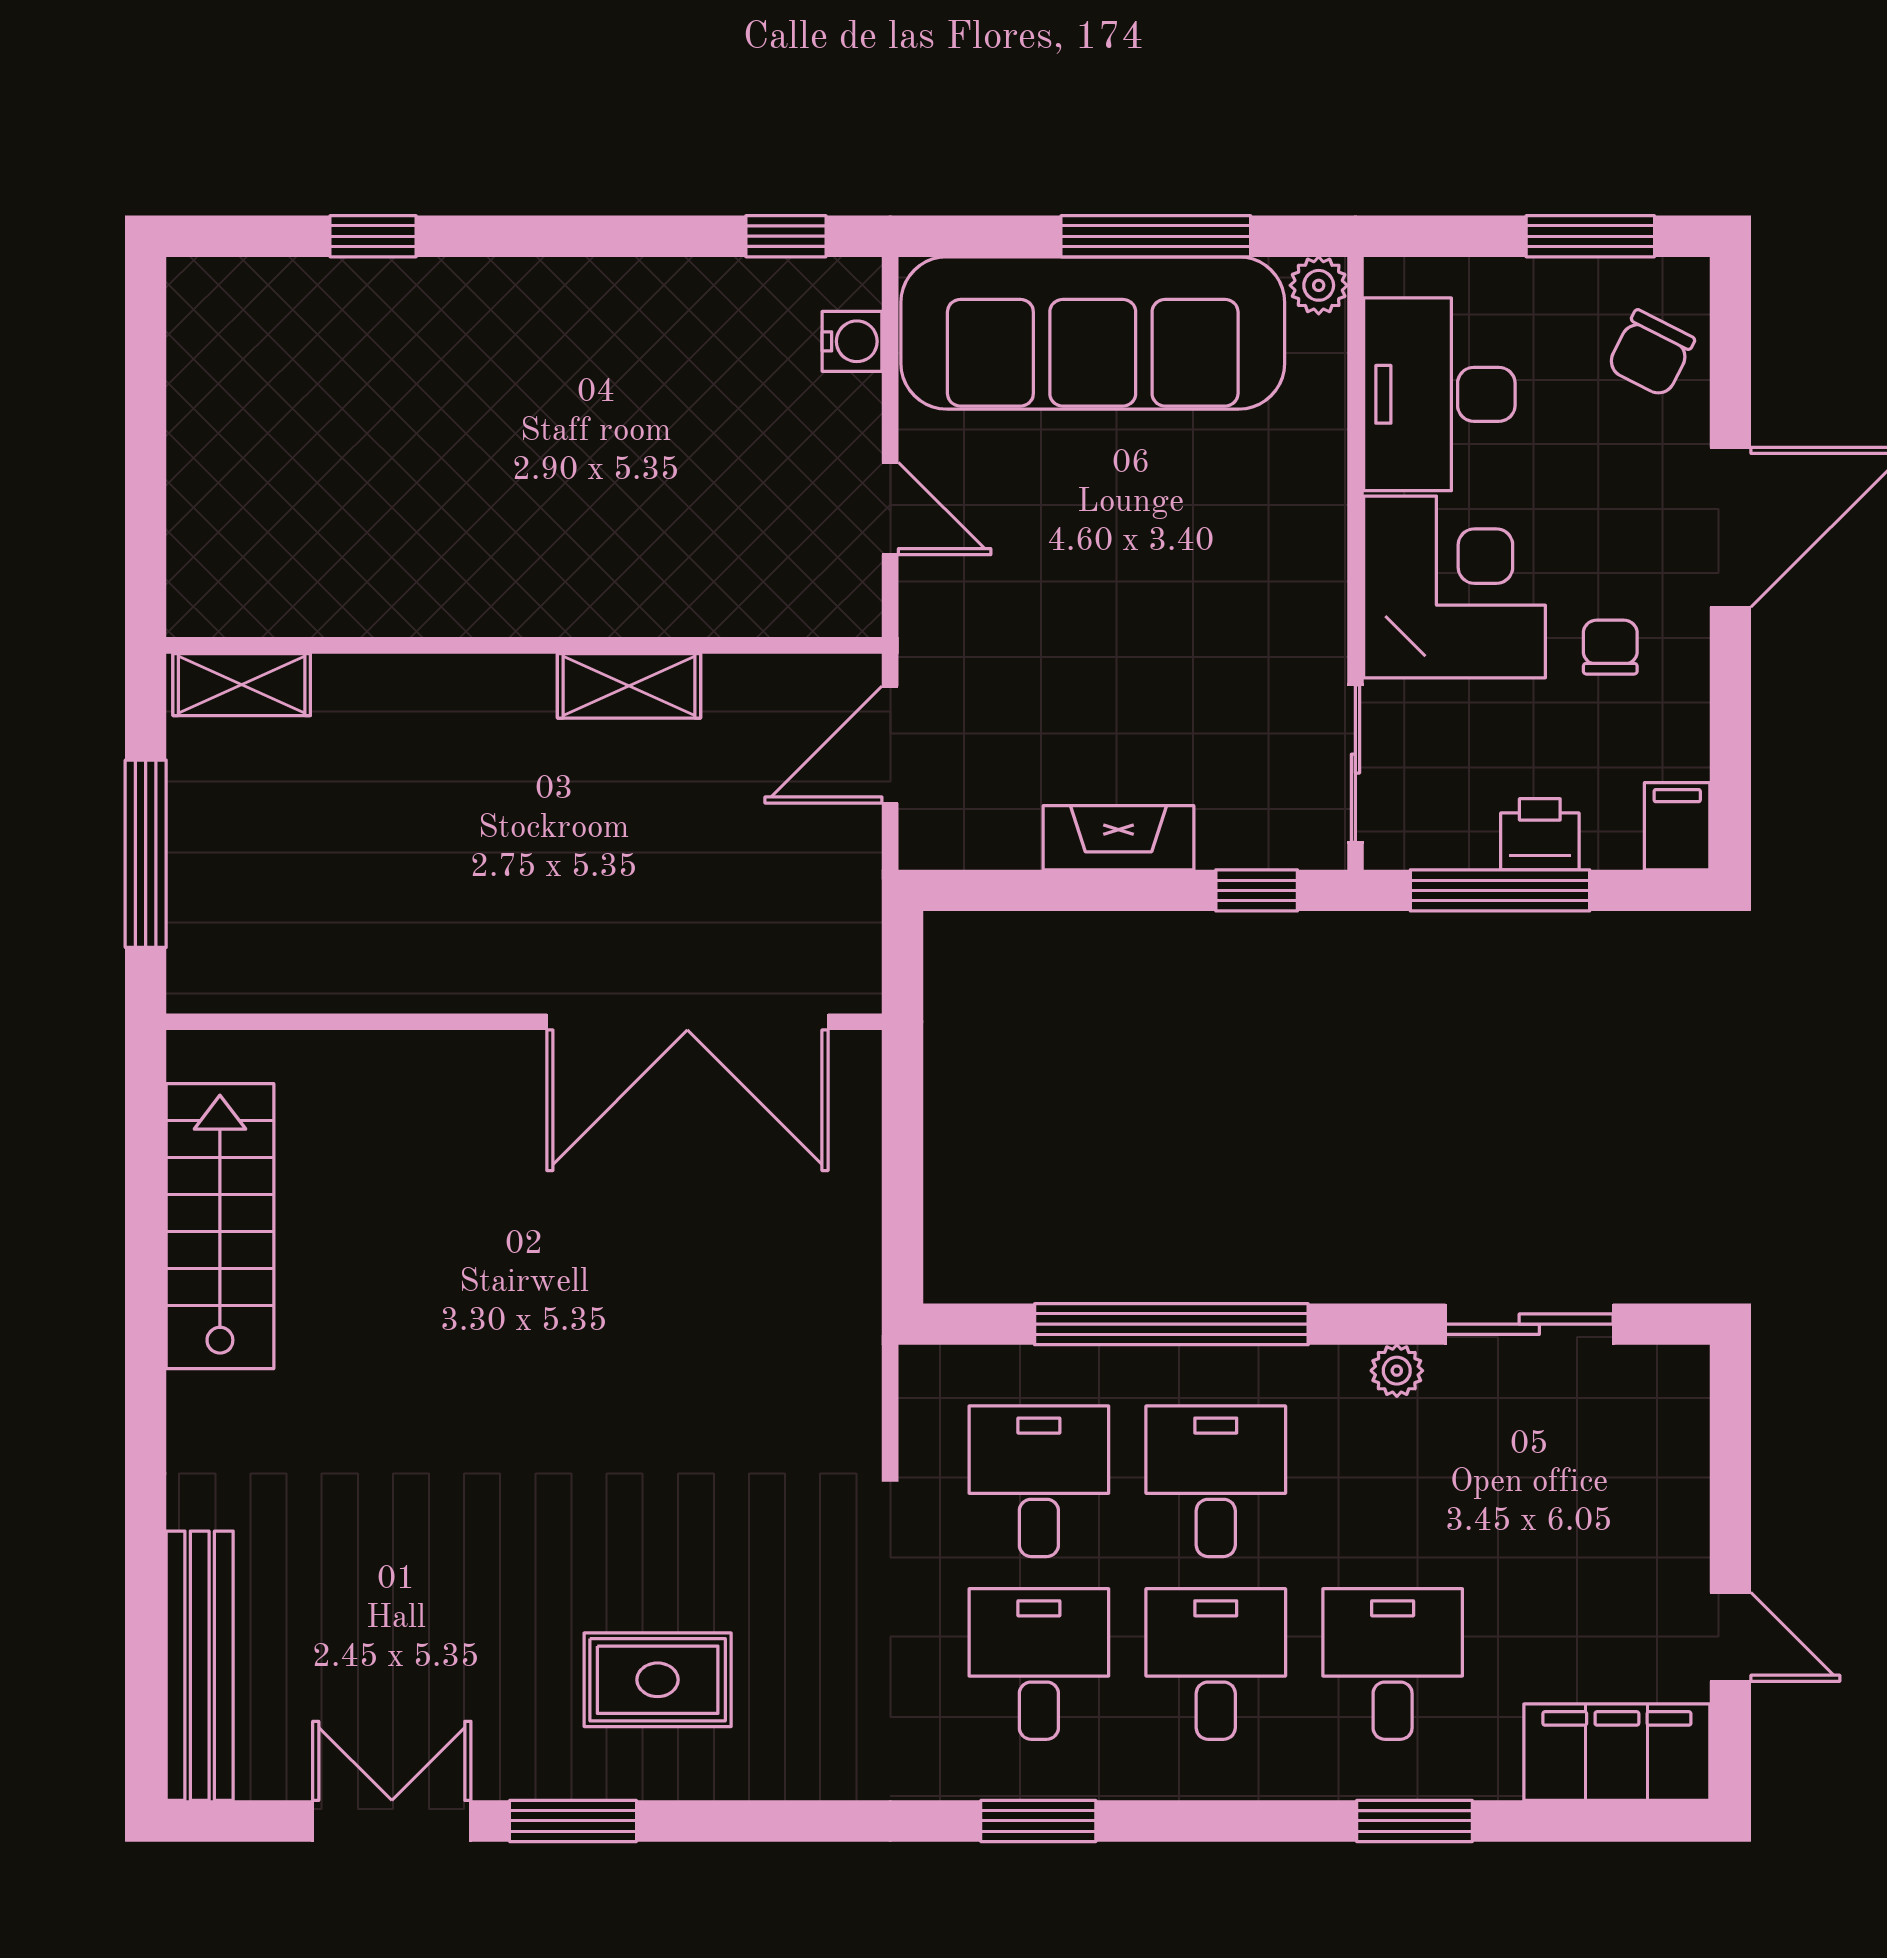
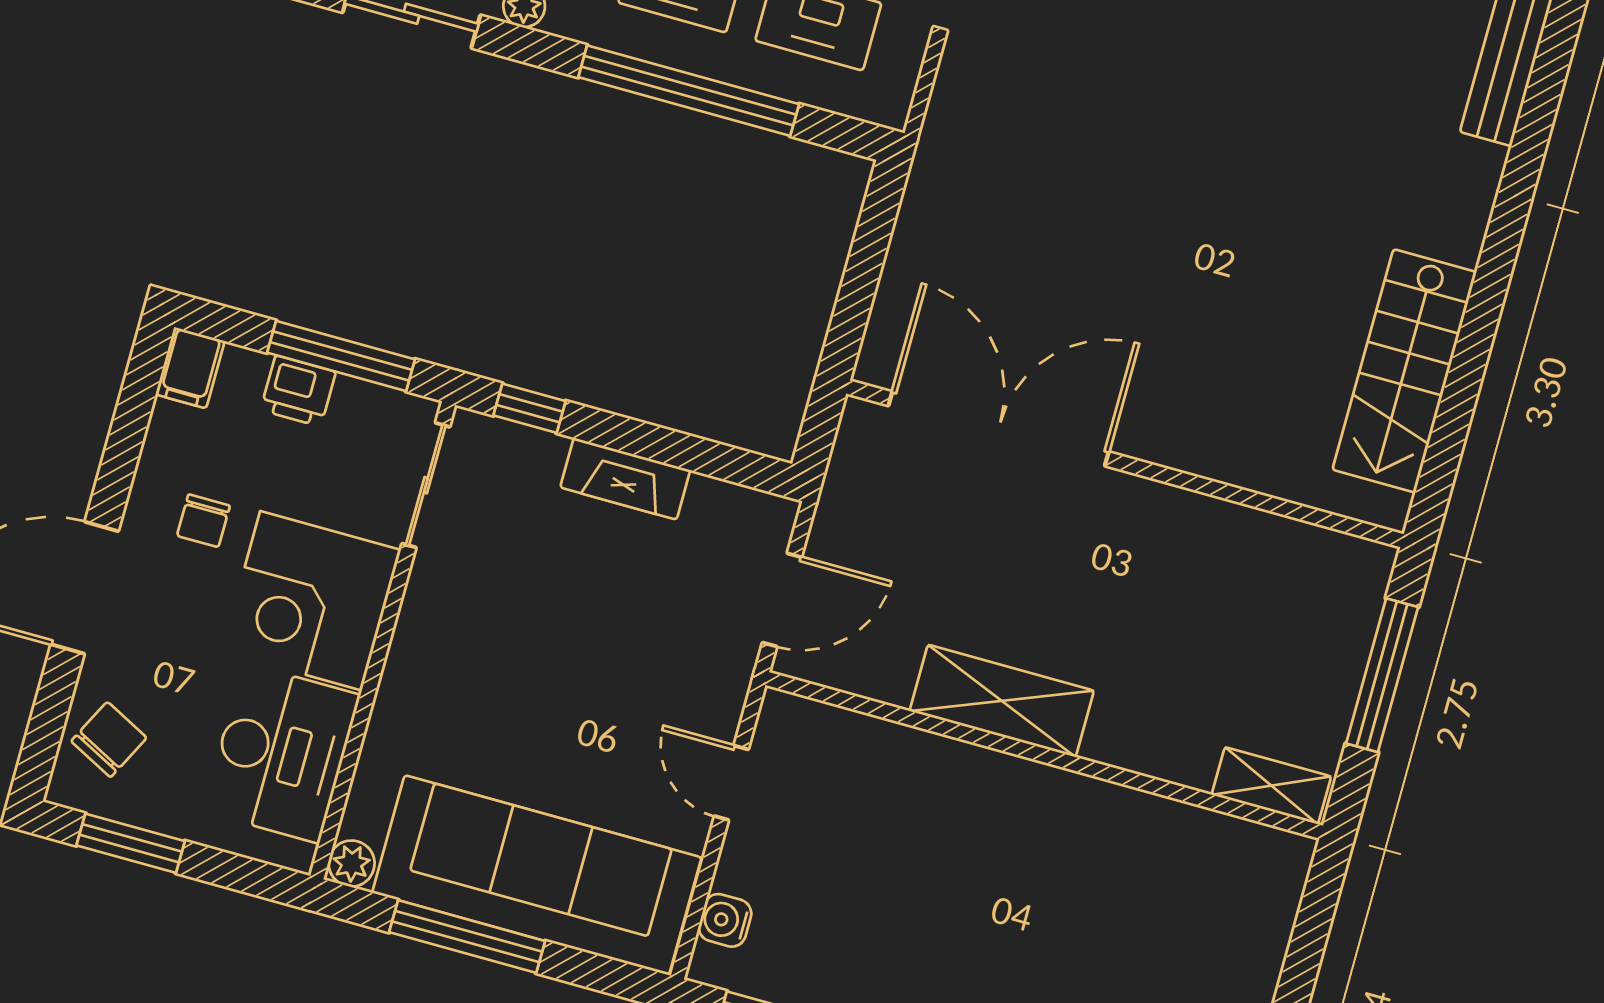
shelving: (629, 686) -> (1002, 701), width x1.50, depth x1.33

